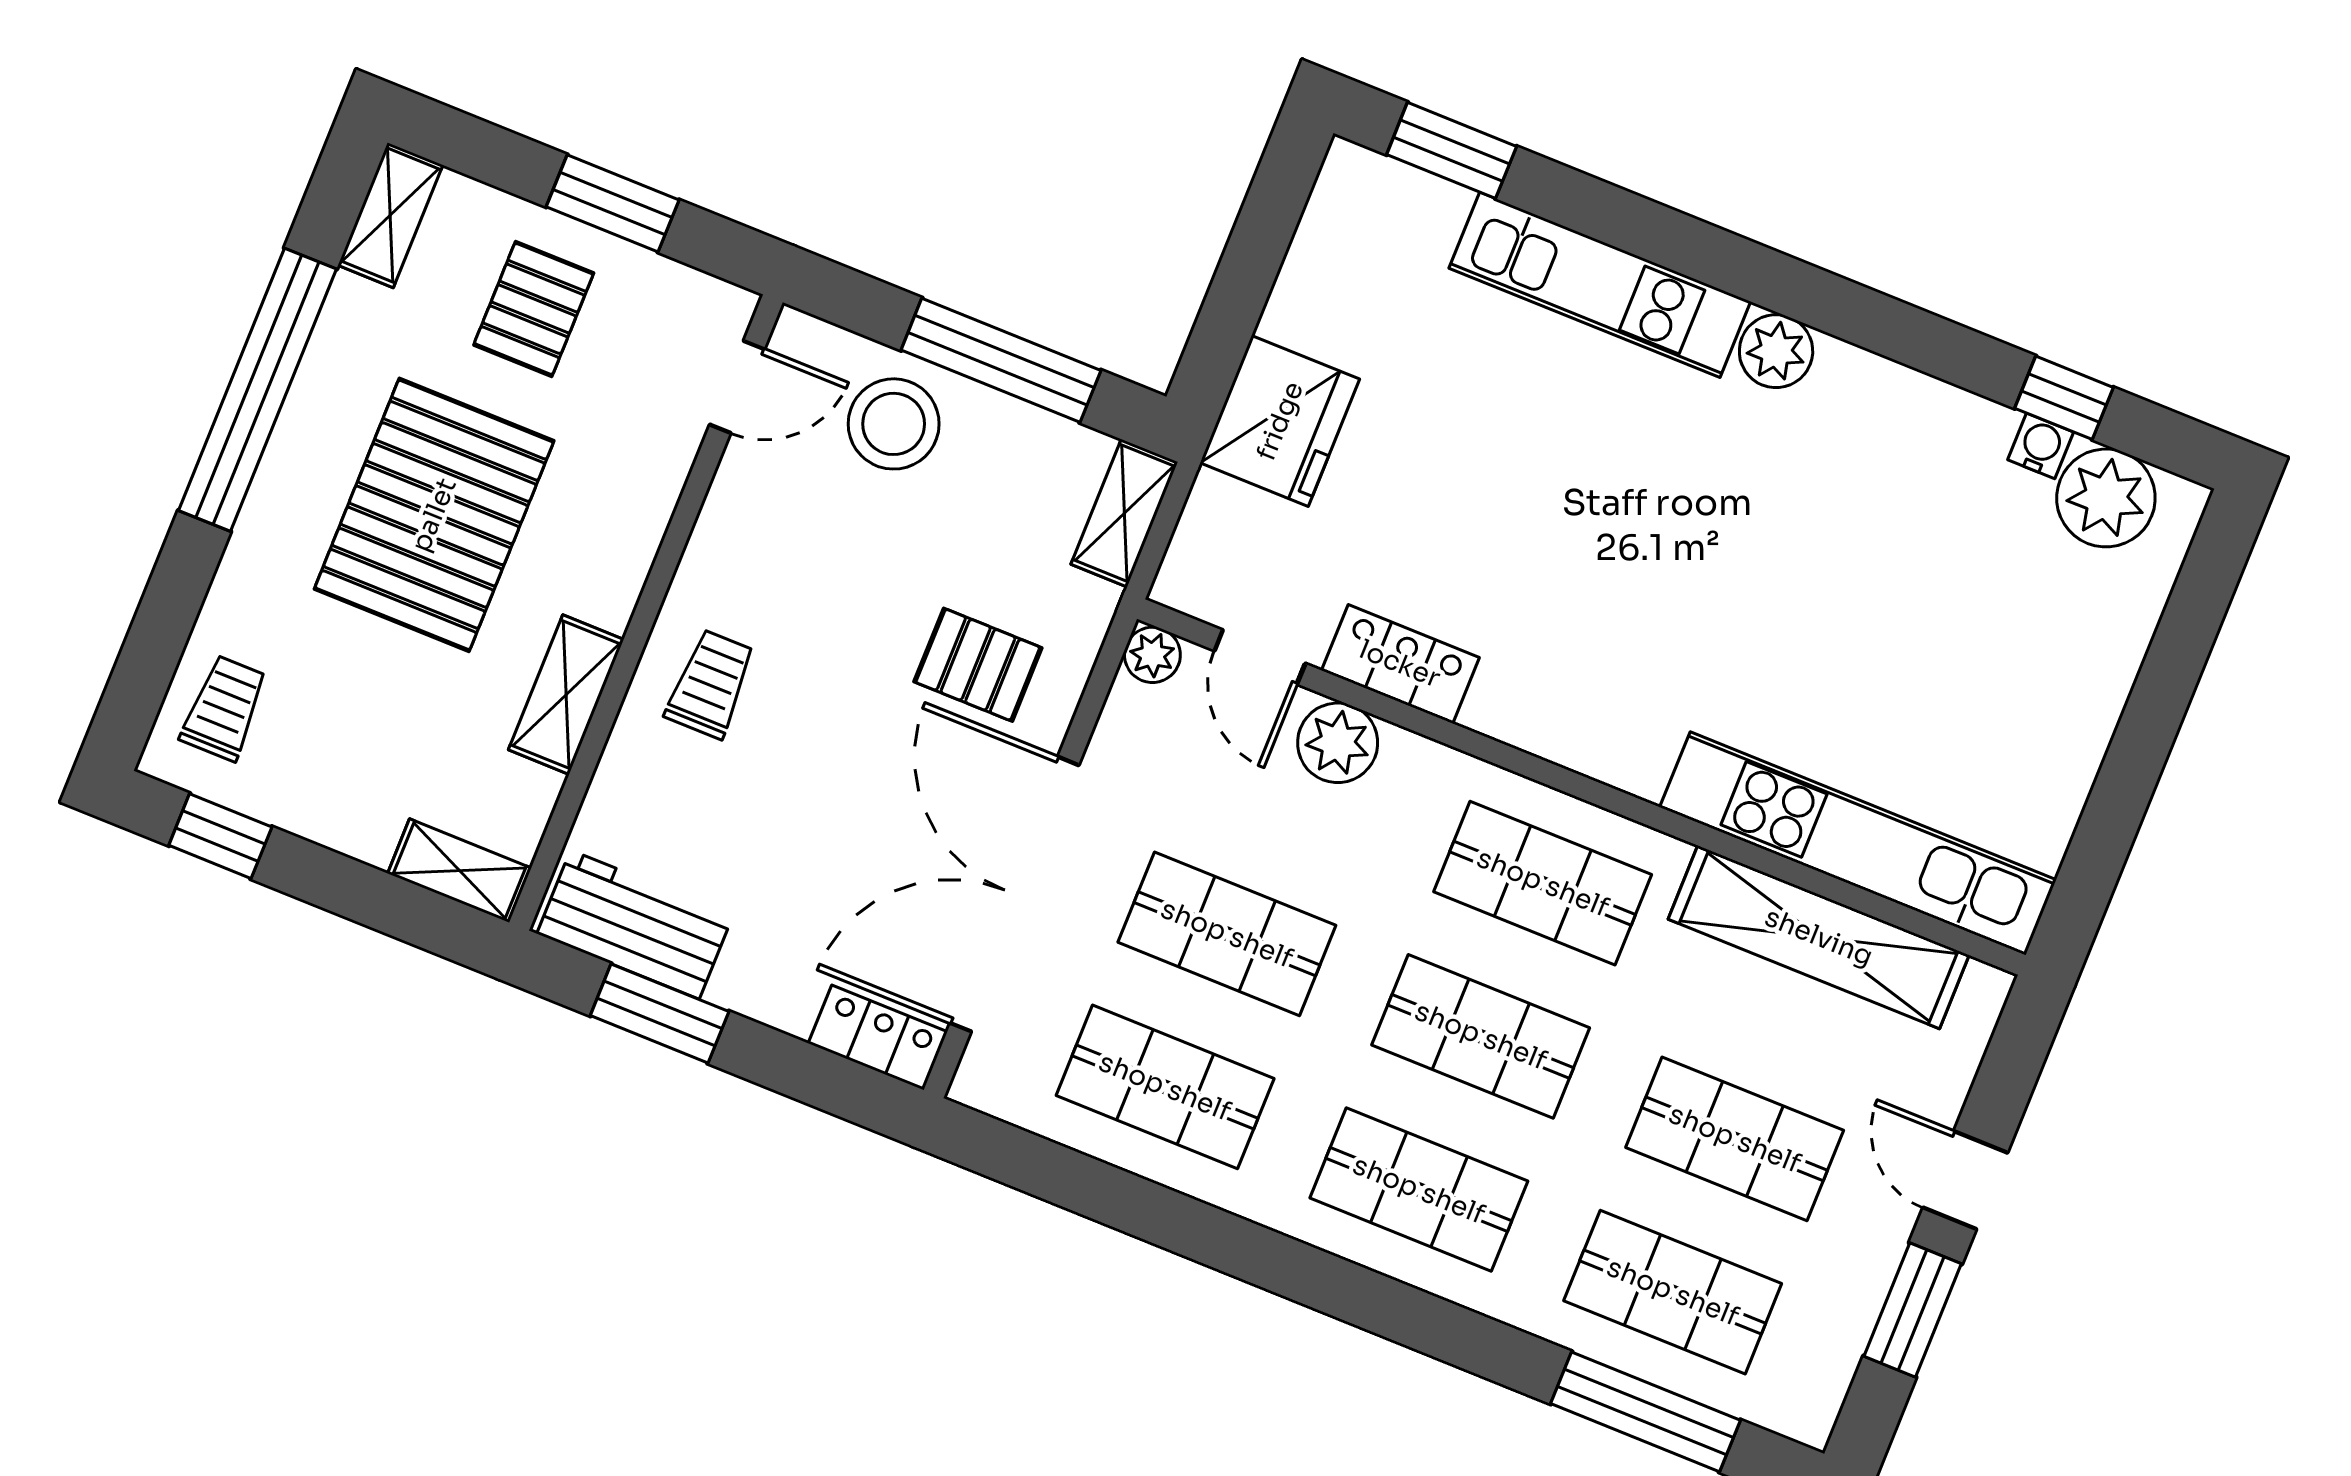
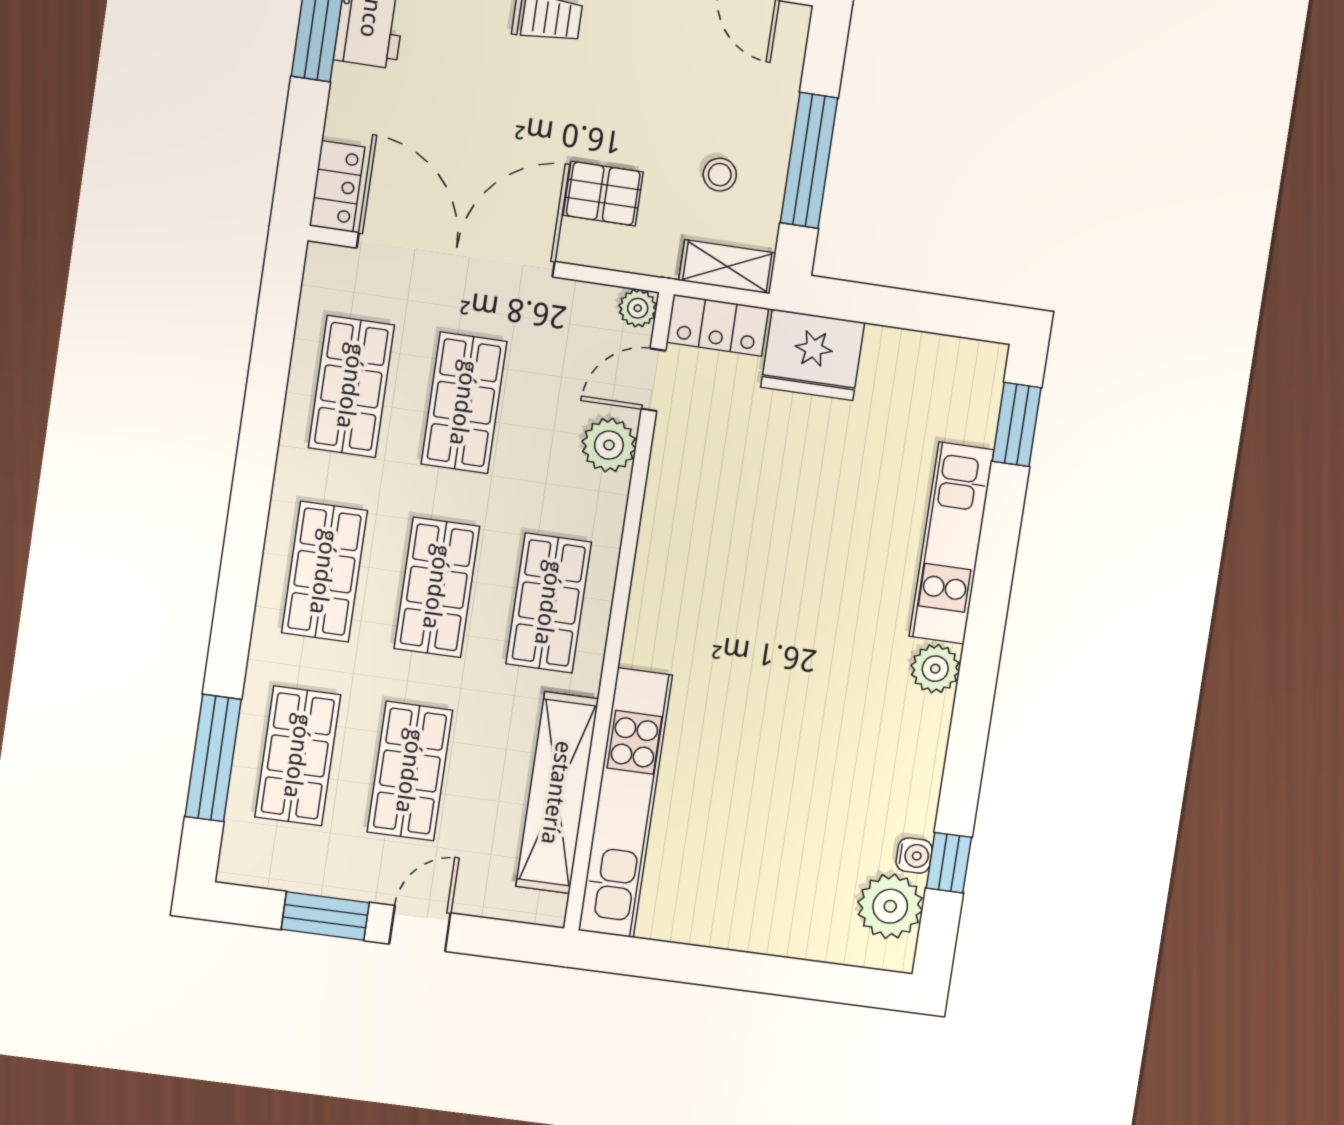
stool: (894, 424) -> (720, 175), moved, width x0.53, depth x0.53
locker: (1400, 664) -> (718, 325), moved, turned 90
pallet: (978, 665) -> (603, 194), turned 90

